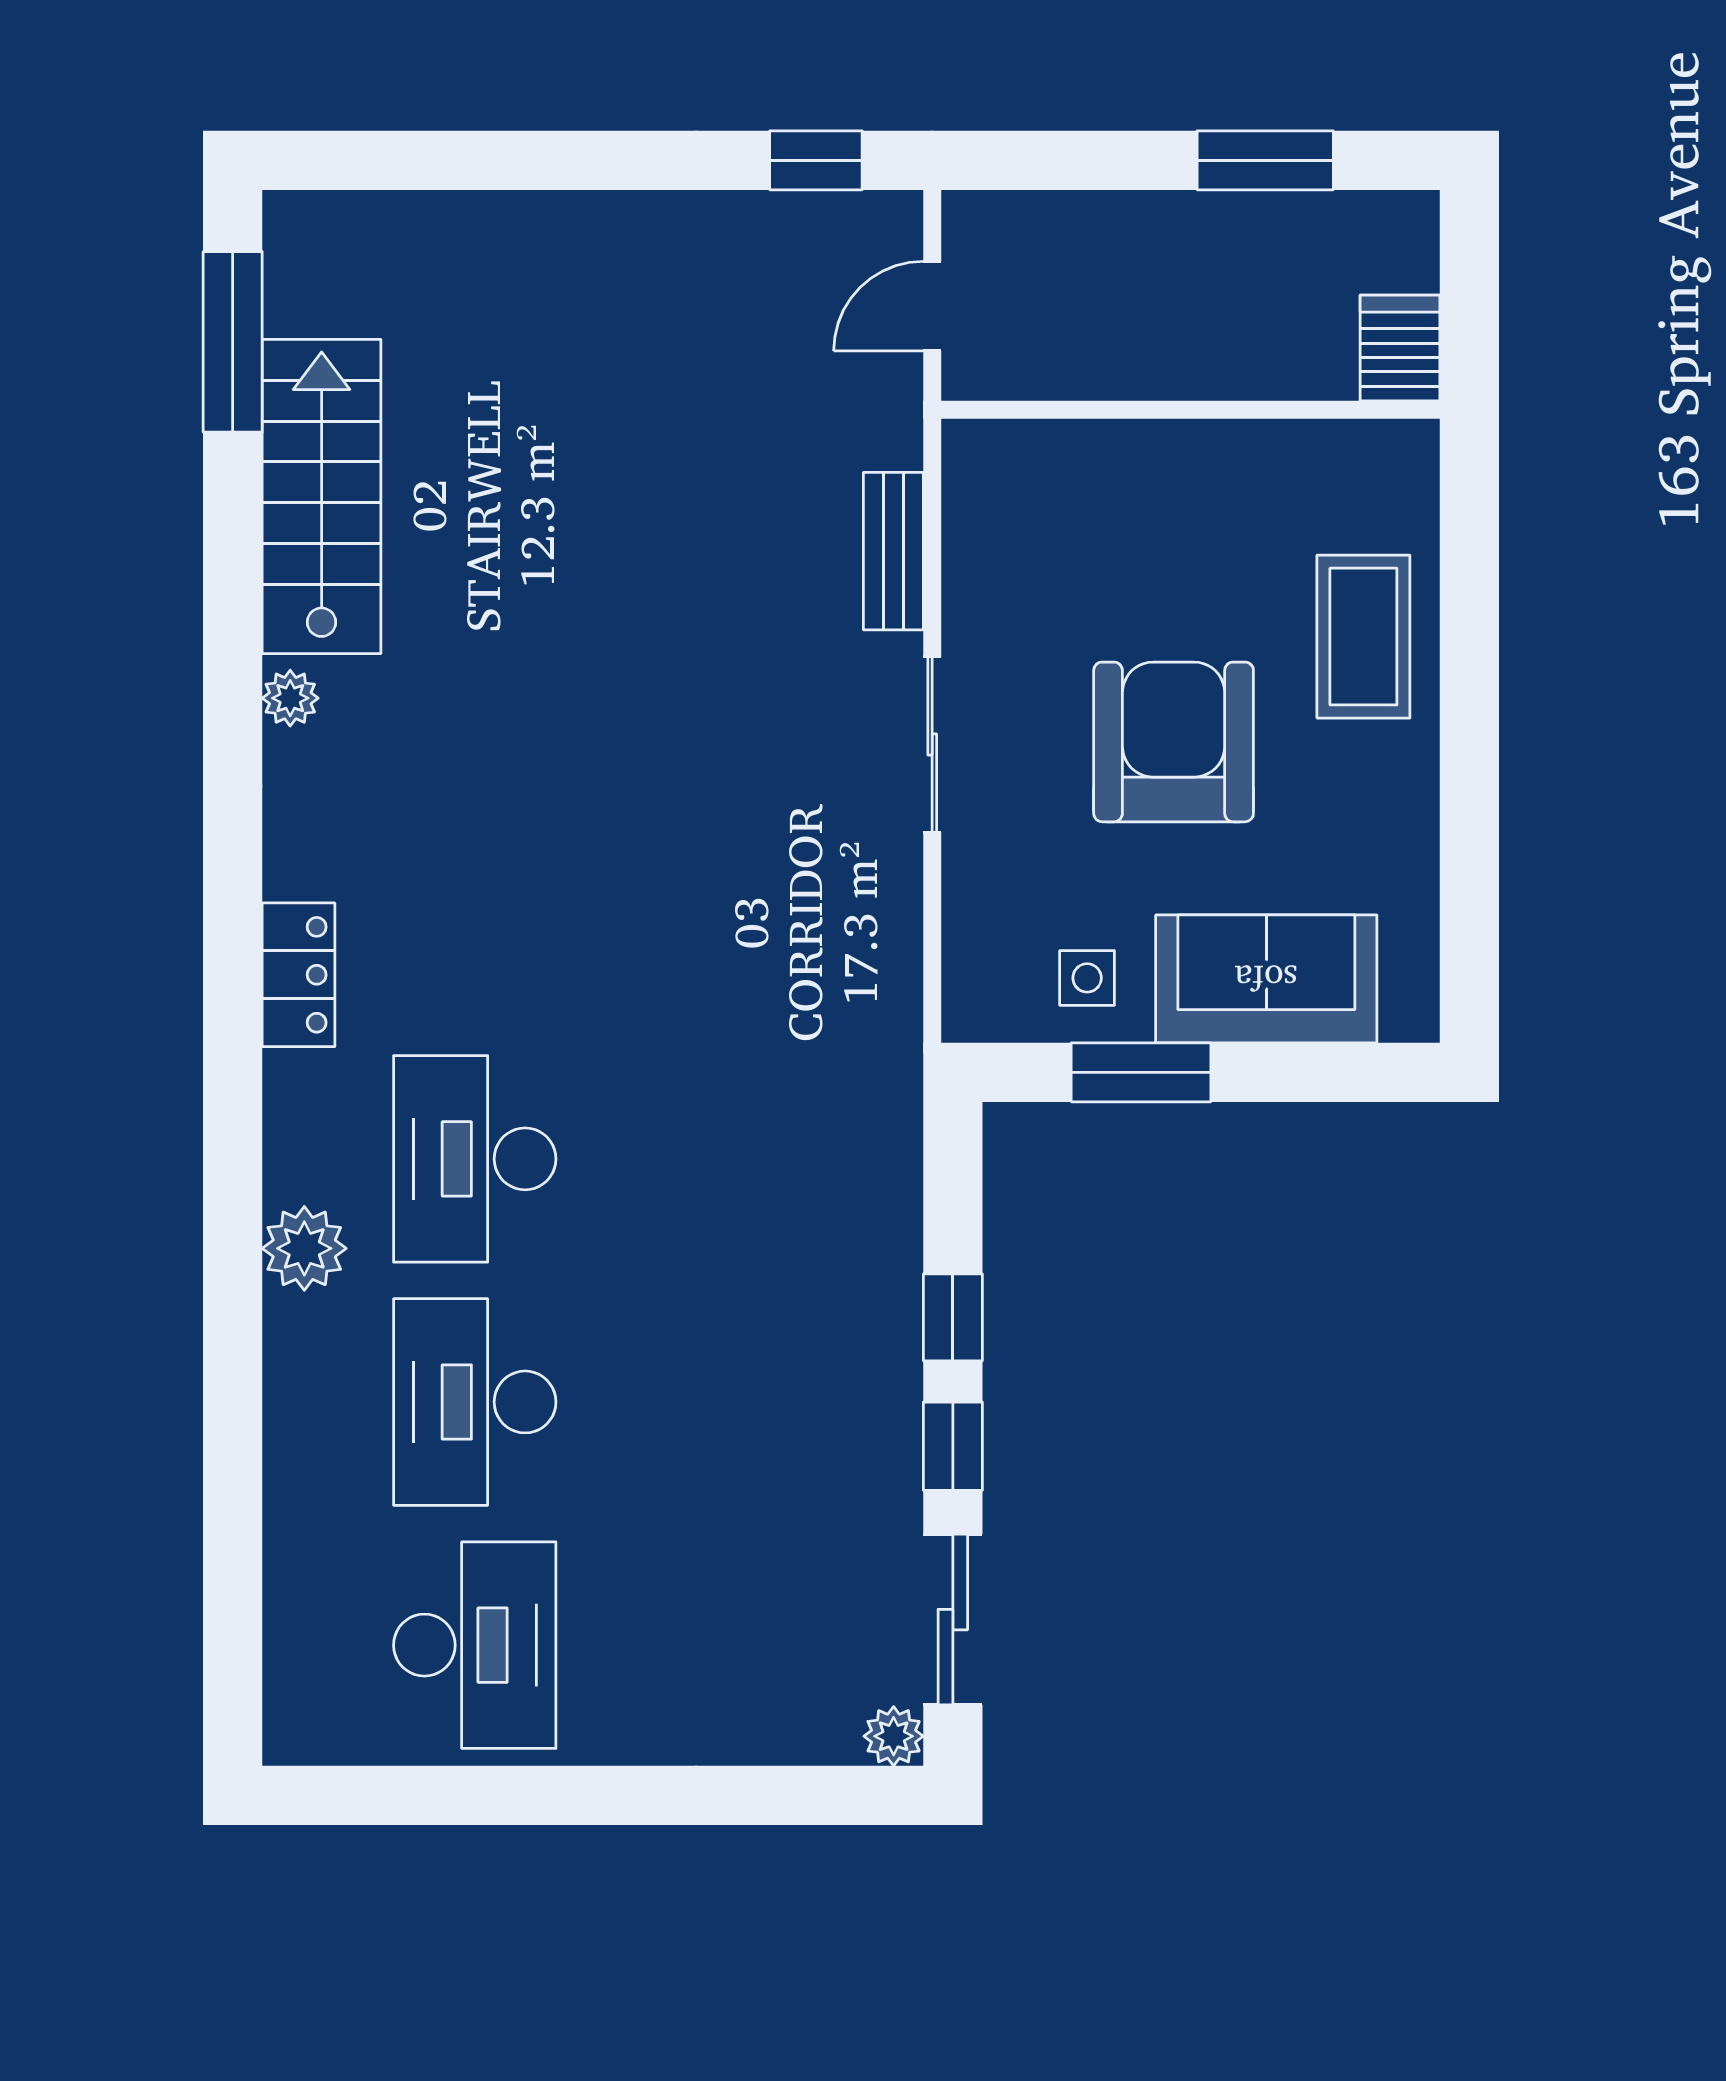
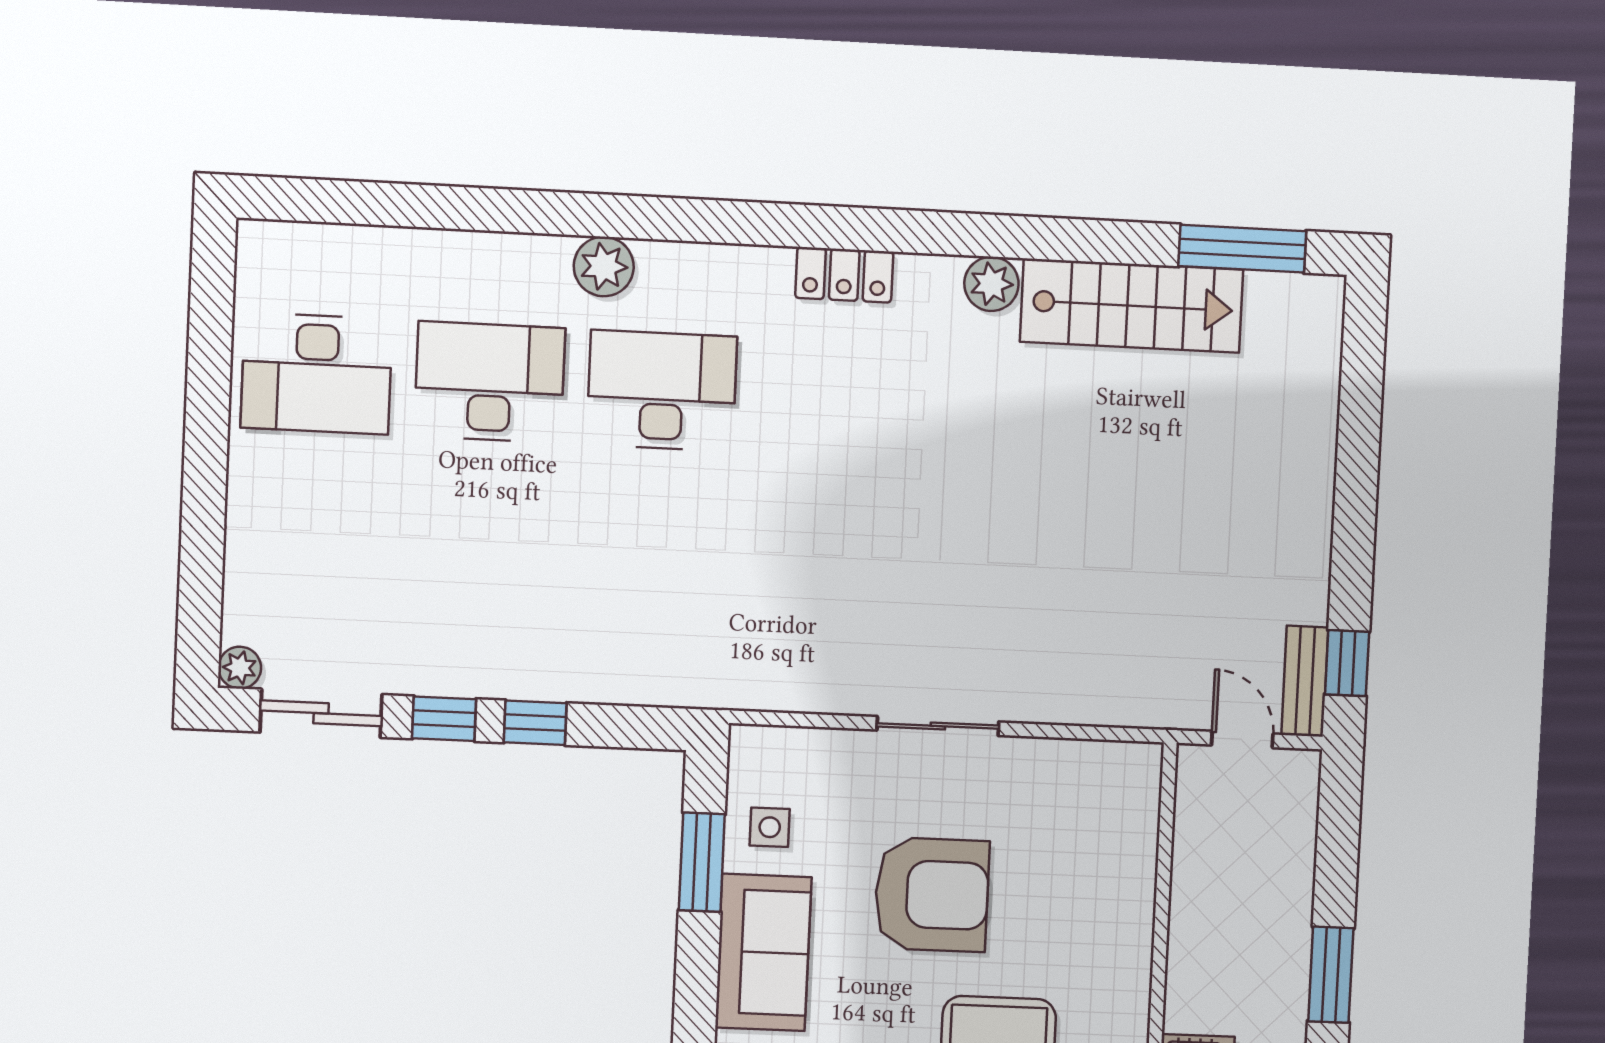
bench: (893, 551) -> (1305, 681), moved, turned 90
plant: (290, 698) -> (991, 284), width x1.38, depth x1.38
locker: (299, 975) -> (844, 275), moved

